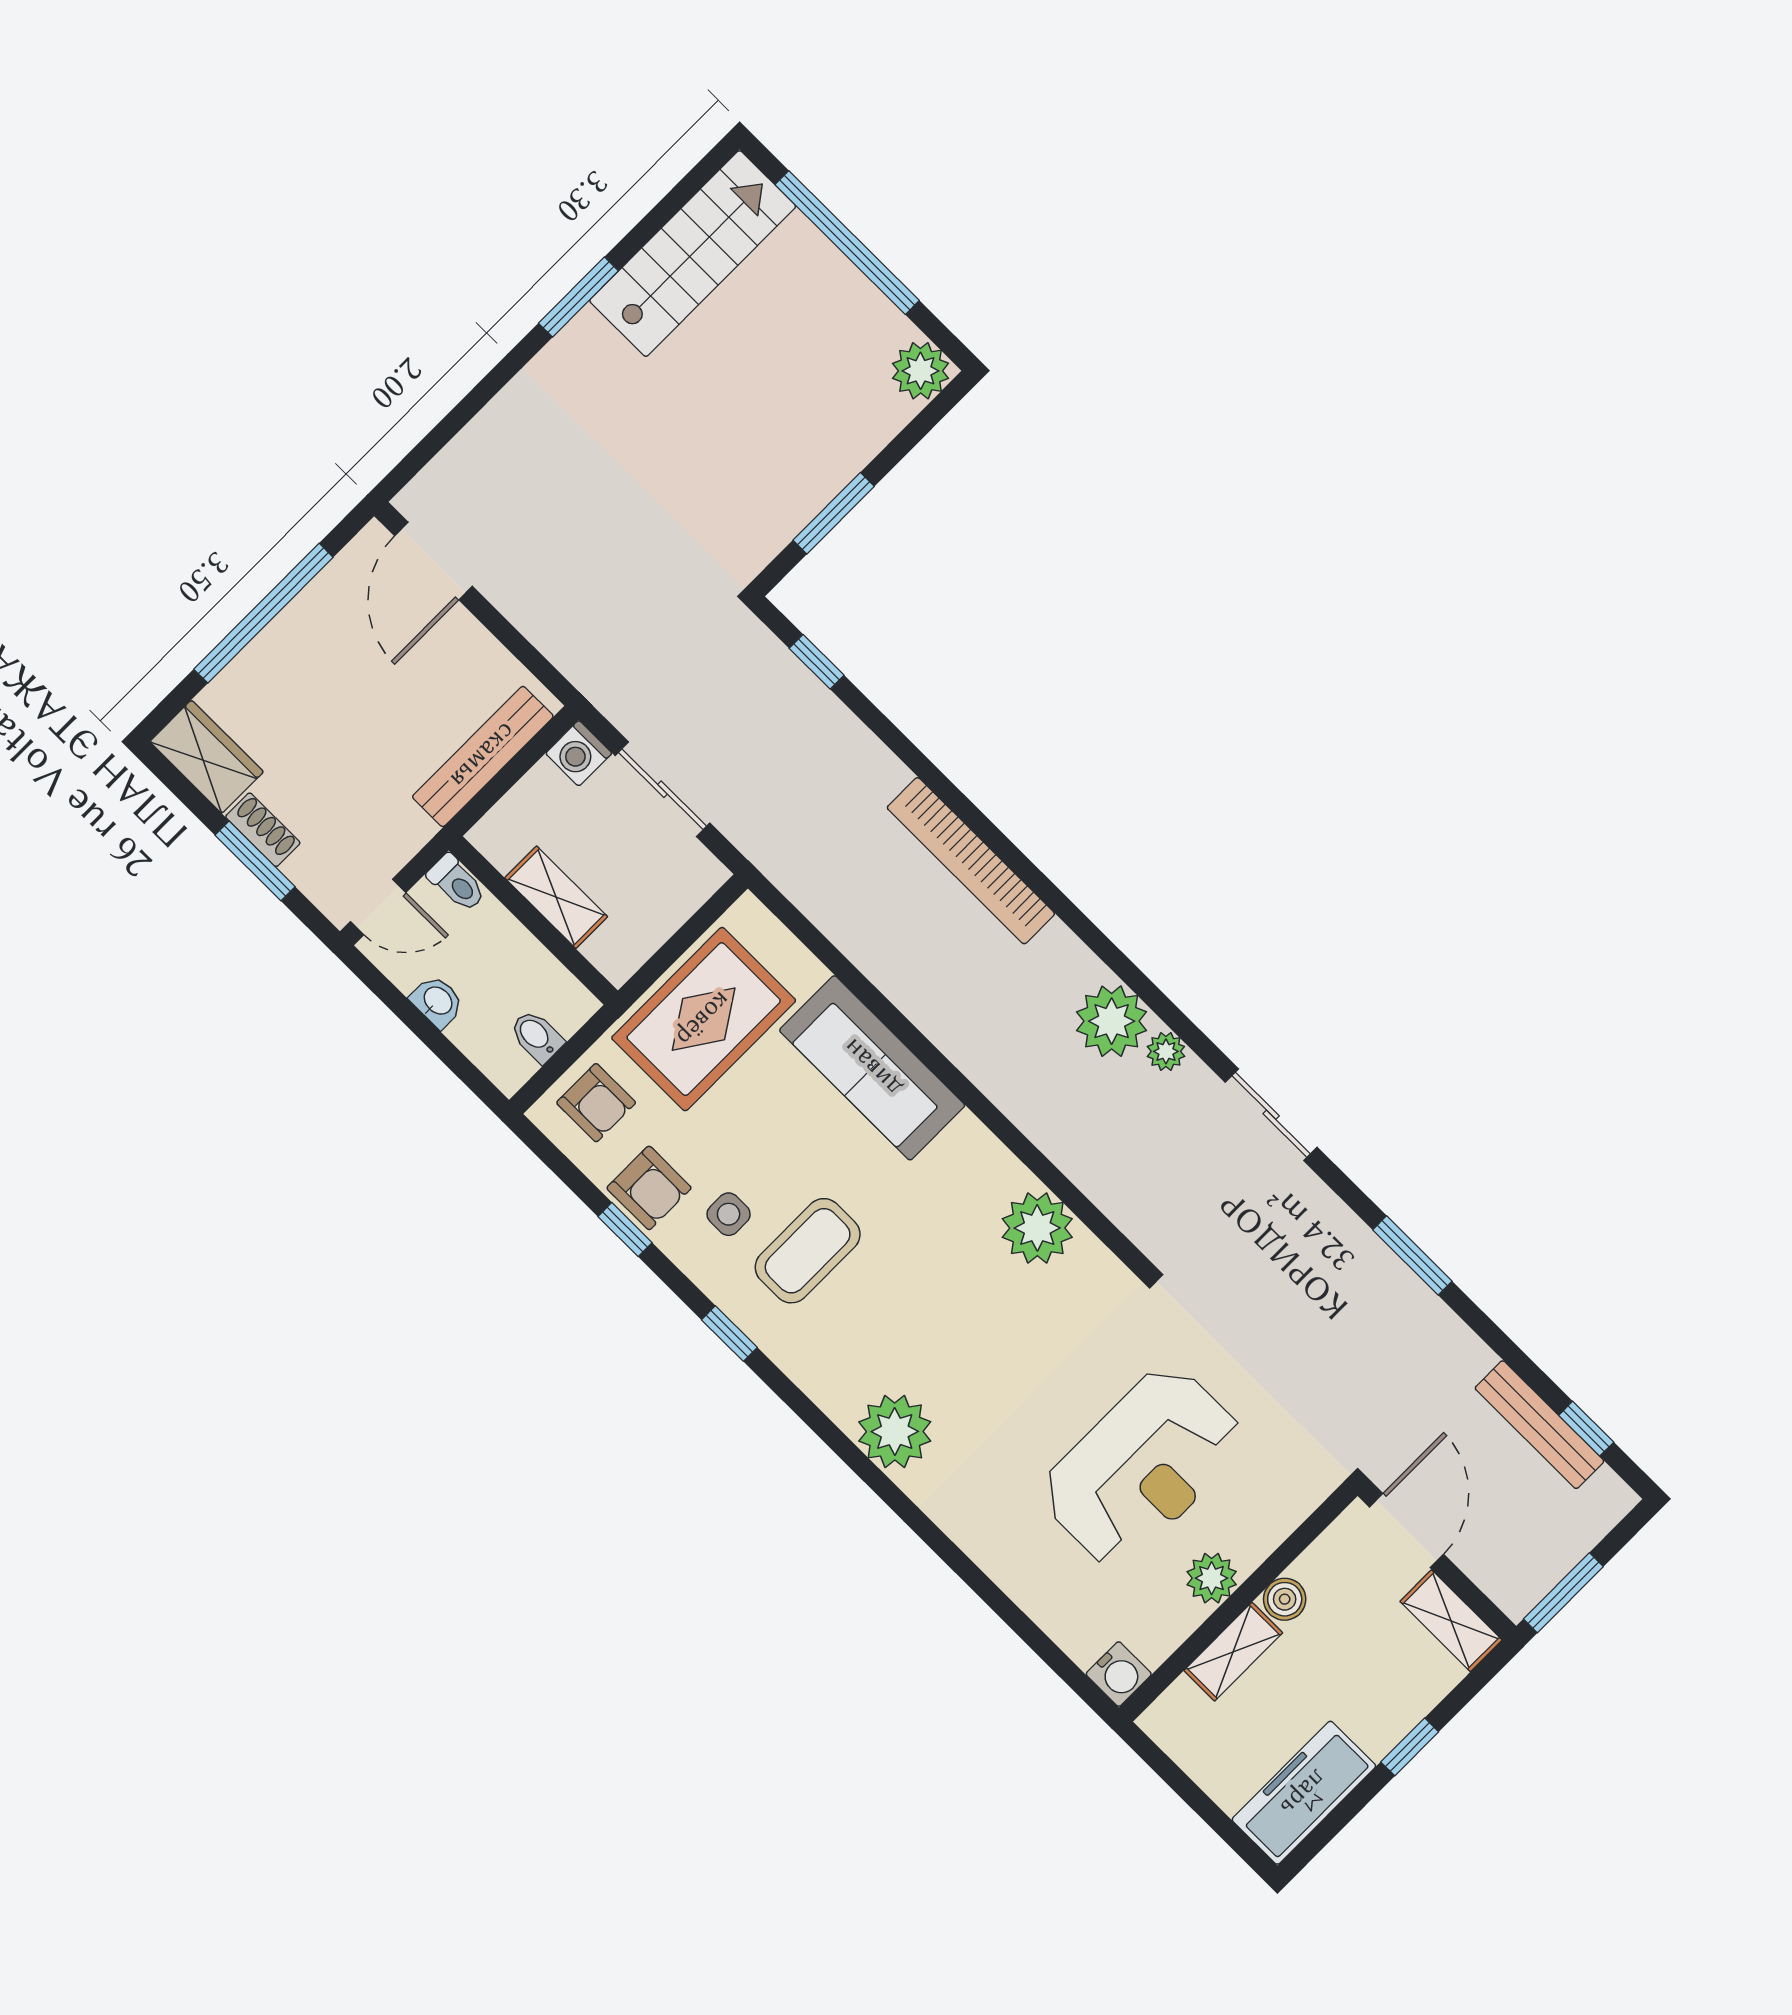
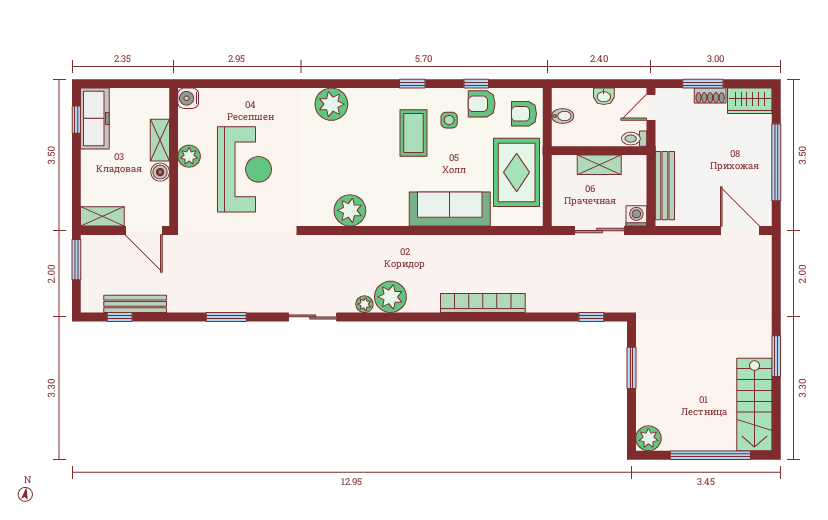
reception desk: (1142, 1466) -> (245, 169), turned 180
window: (1410, 1747) -> (76, 120), moved

